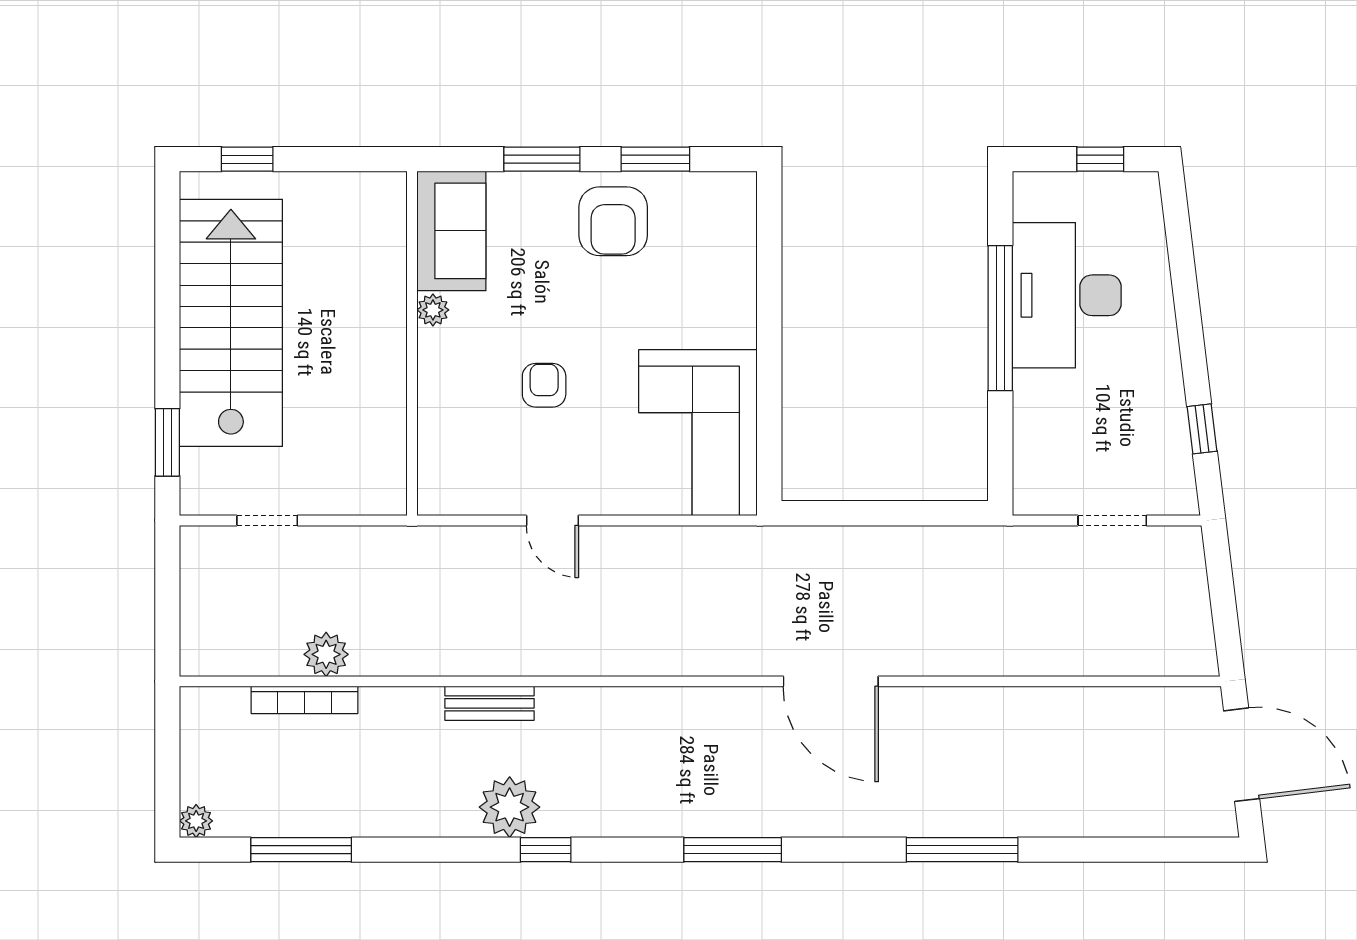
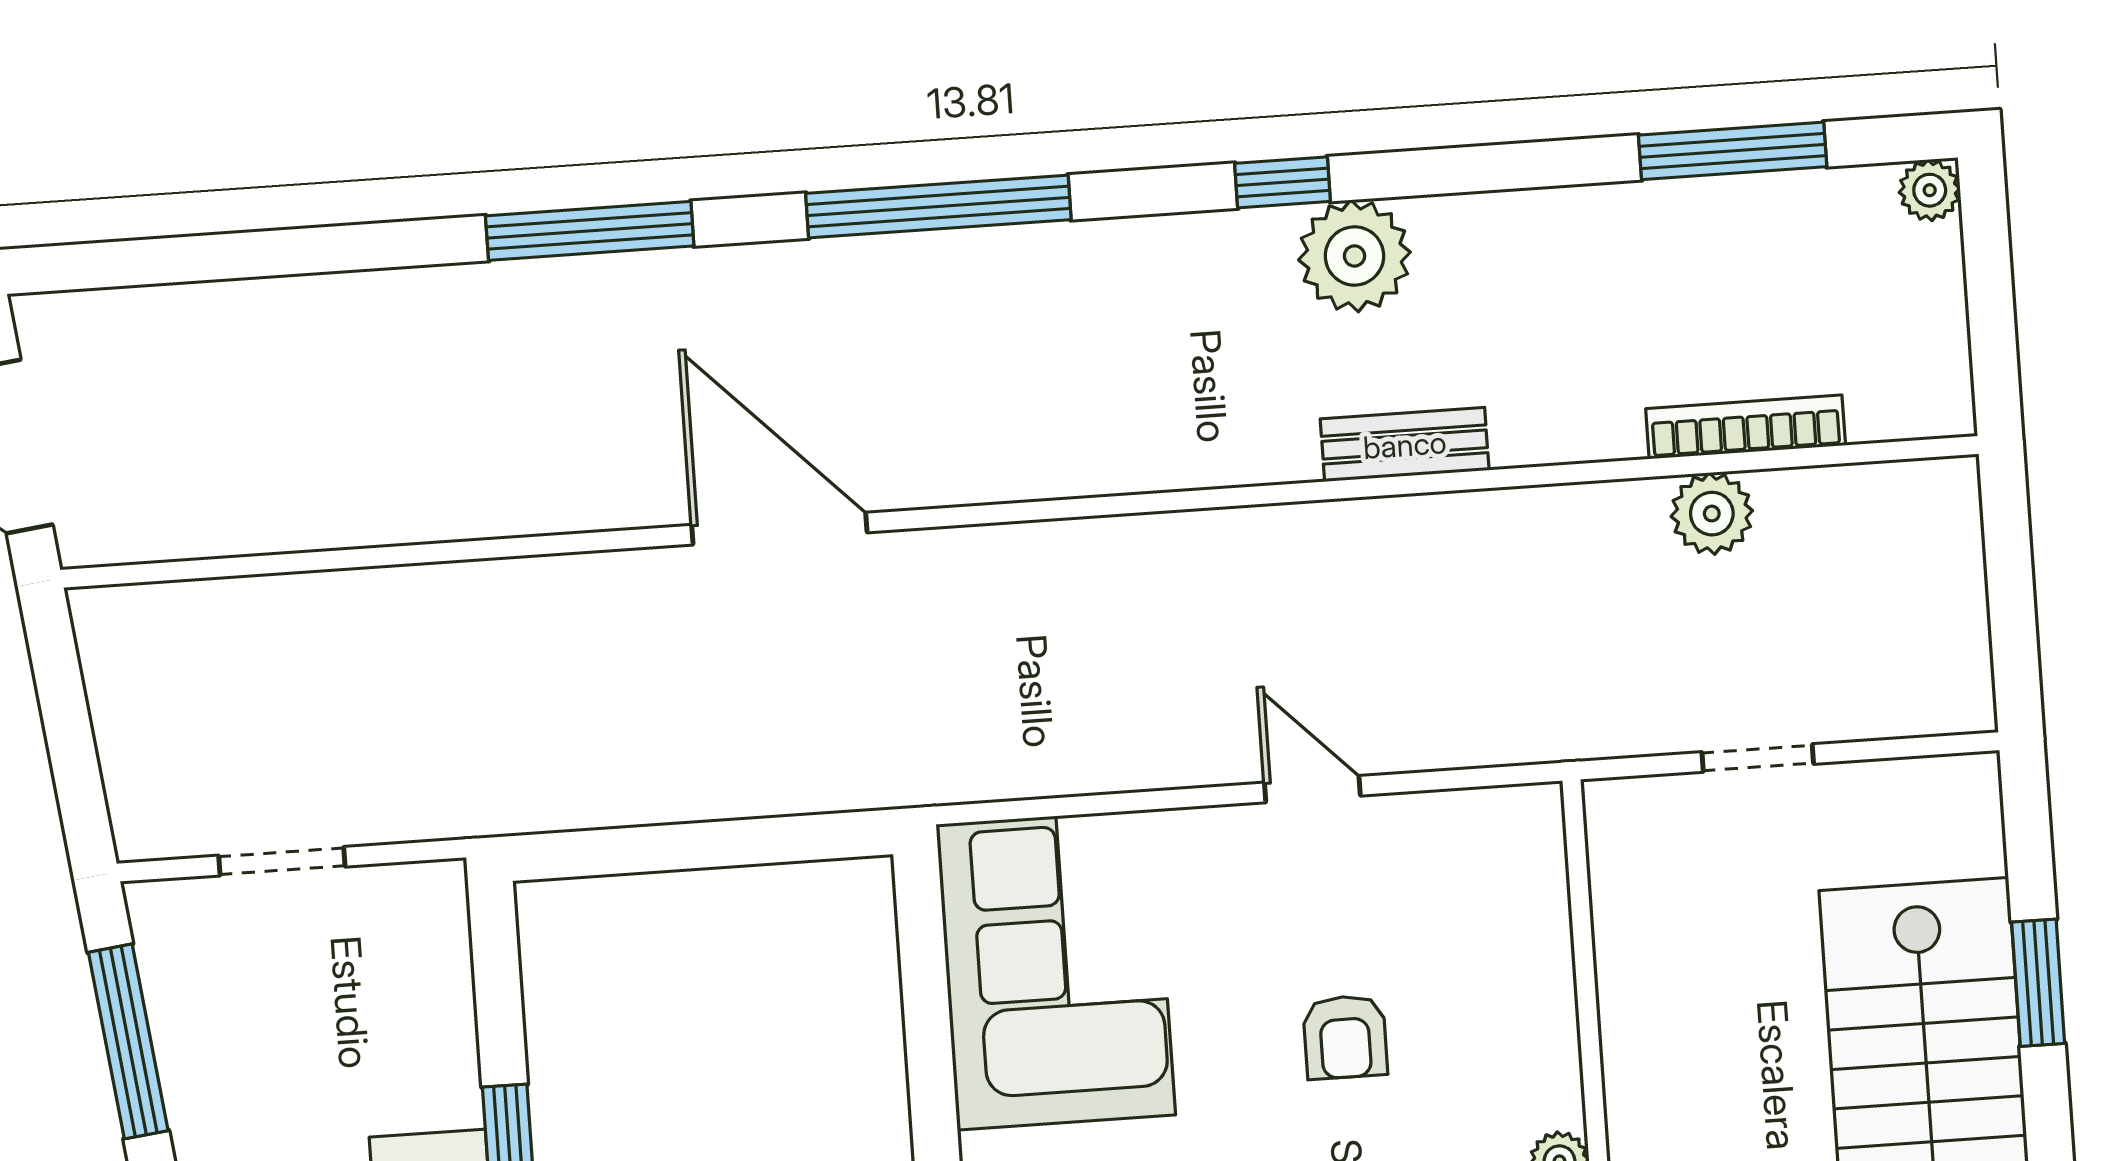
window: (1202, 429) -> (128, 1041), width x2.17
window: (167, 442) -> (2038, 983), moved
doorway: (267, 520) -> (1758, 758), moved
window: (733, 850) -> (938, 206), width x1.46
window: (962, 850) -> (590, 231), moved

